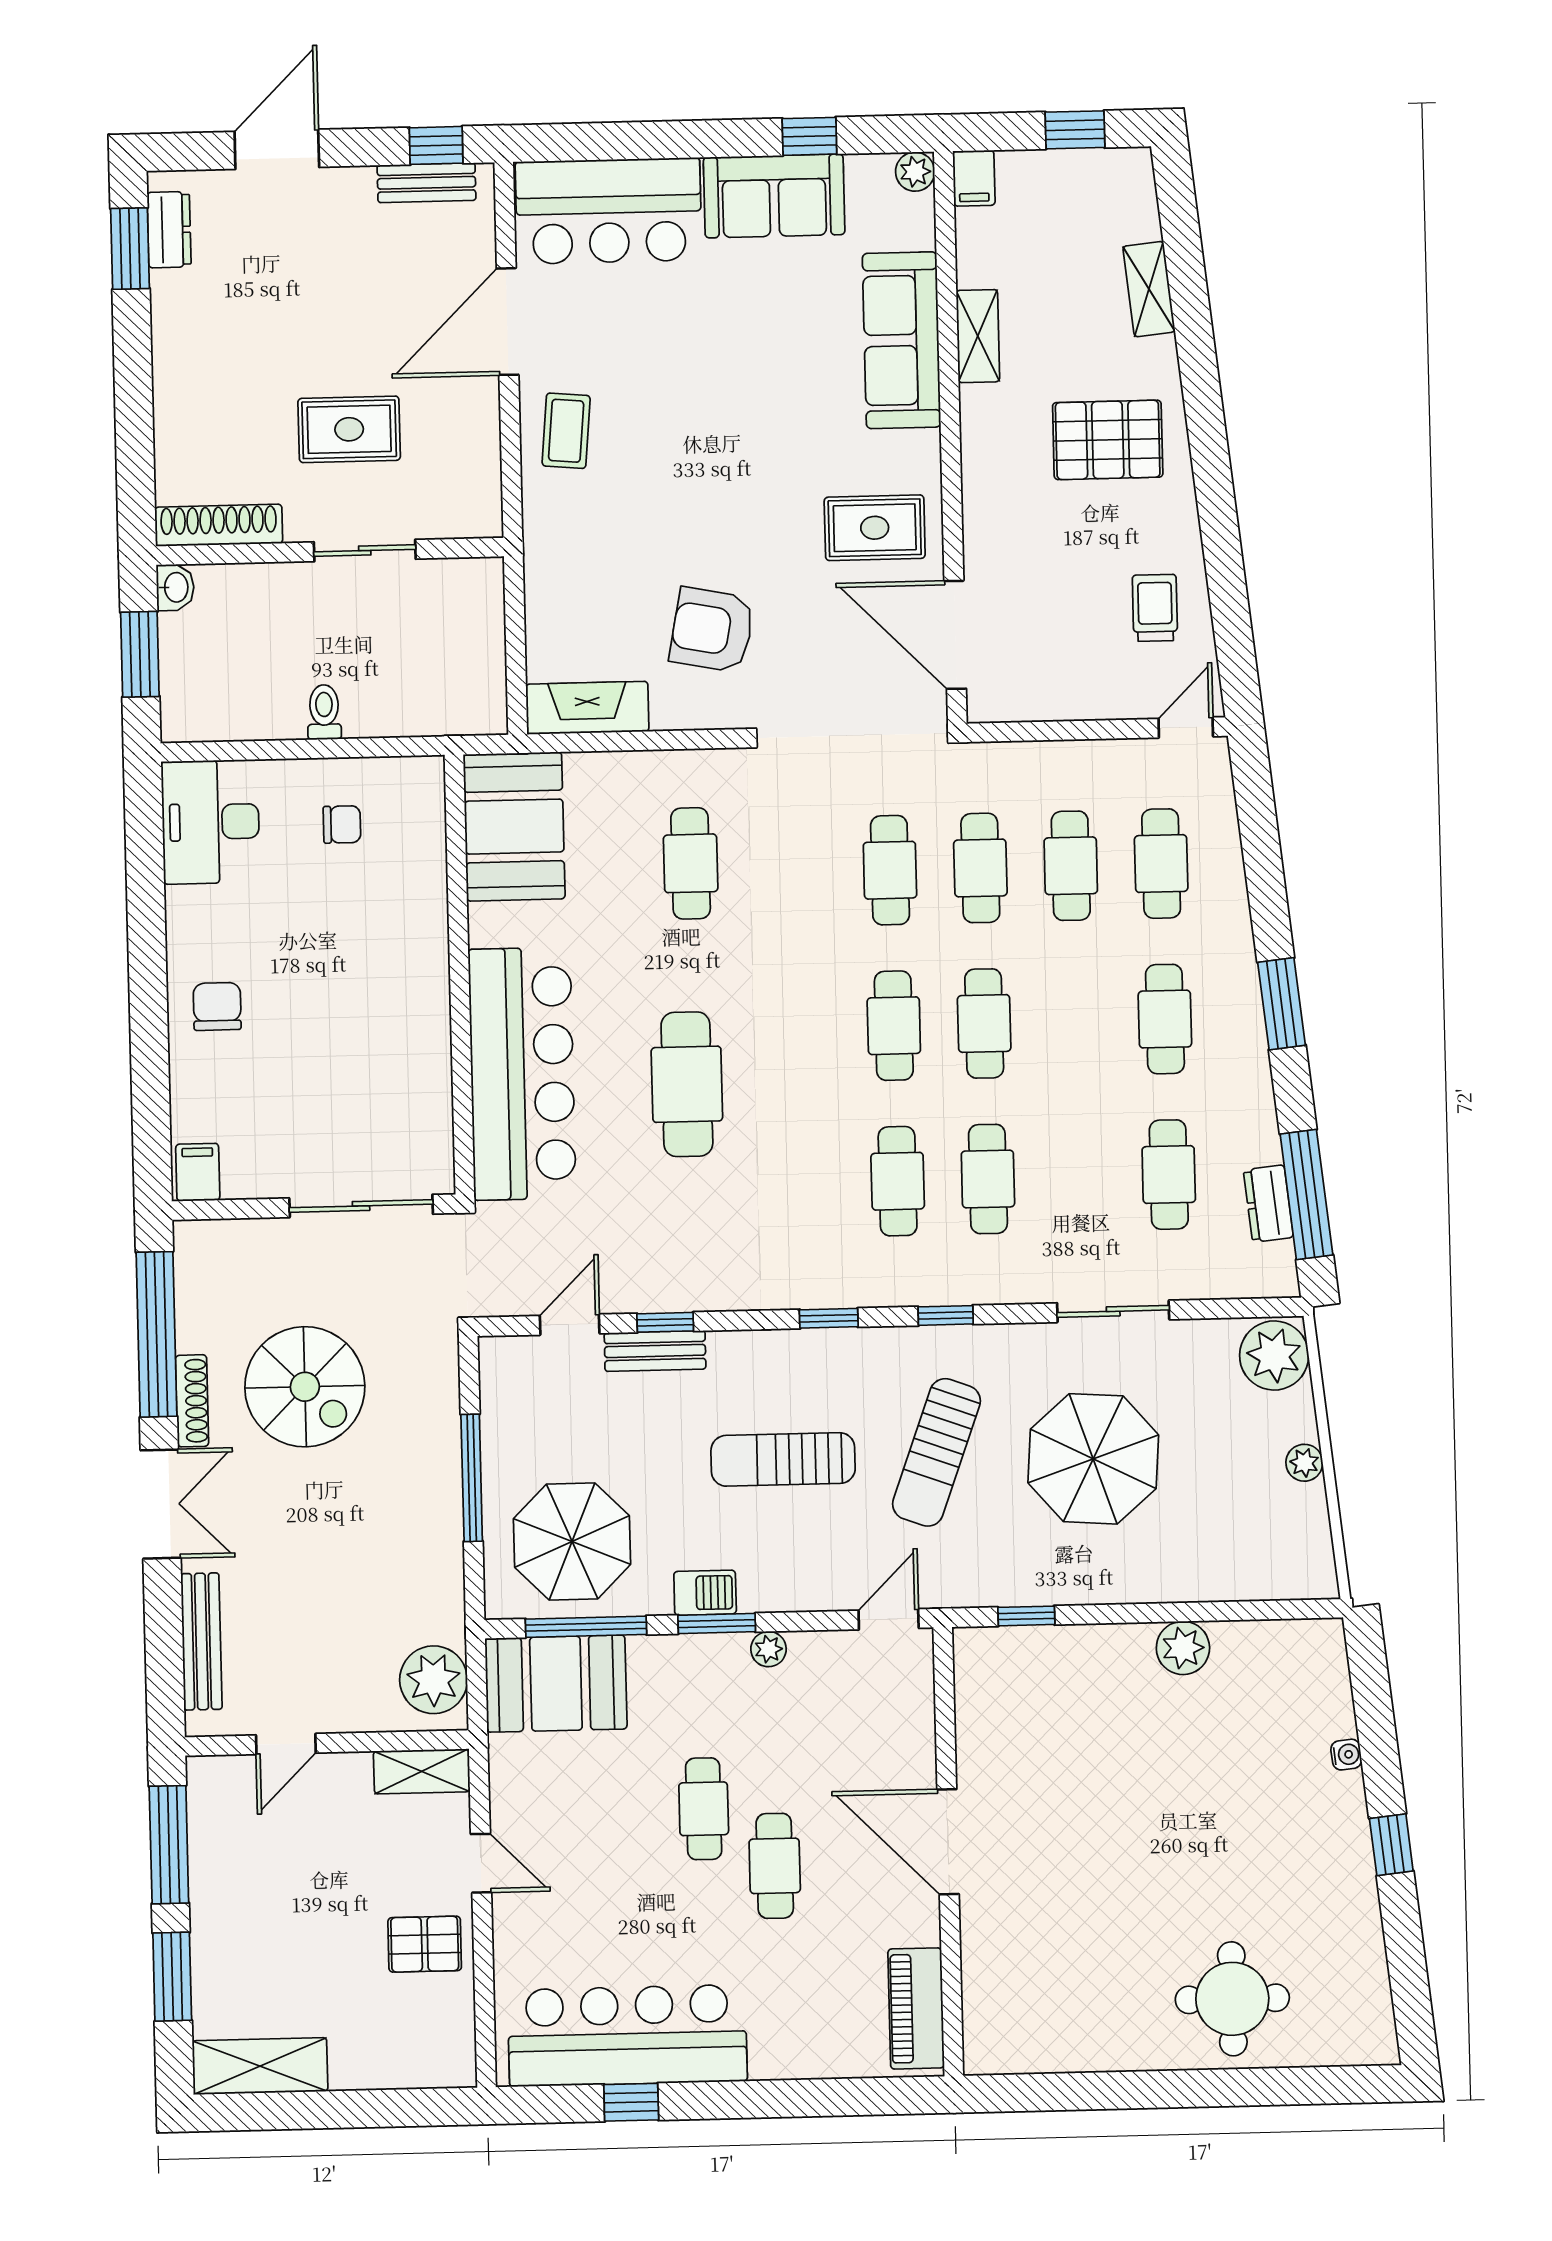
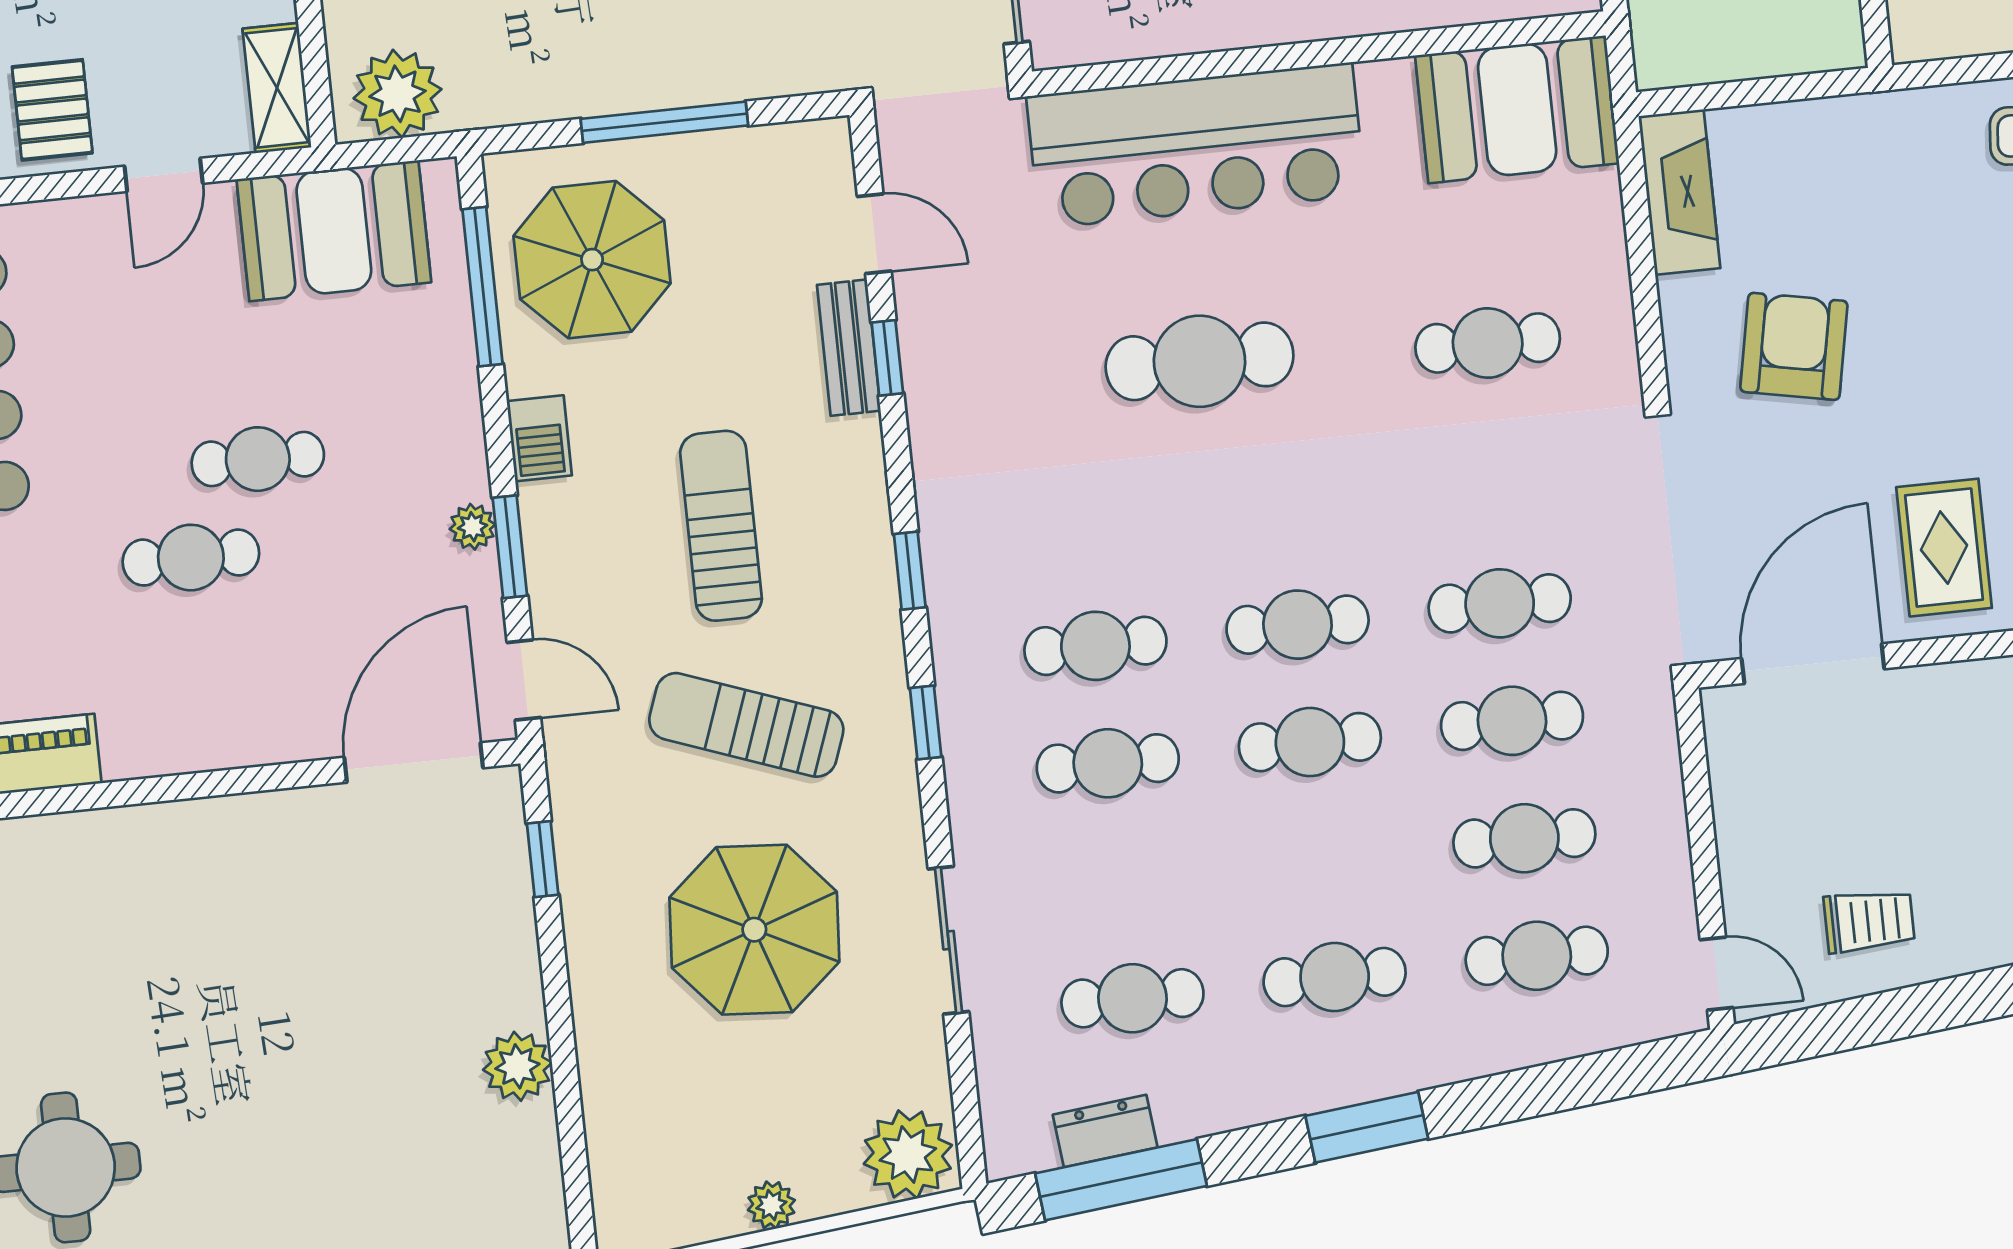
window: (717, 1624) -> (510, 547), moved
booth: (556, 1684) -> (334, 231), moved, turned 90
door: (948, 1842) -> (414, 763), moved

